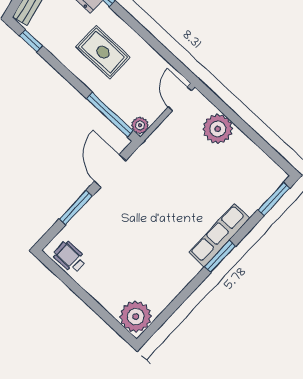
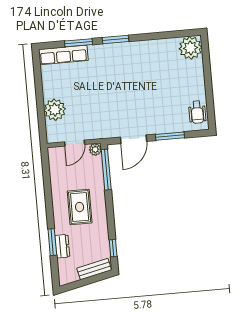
door: (180, 99) -> (75, 143), moved
window: (274, 199) -> (79, 43), moved
row of seats: (219, 235) -> (63, 55), moved

